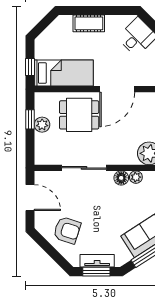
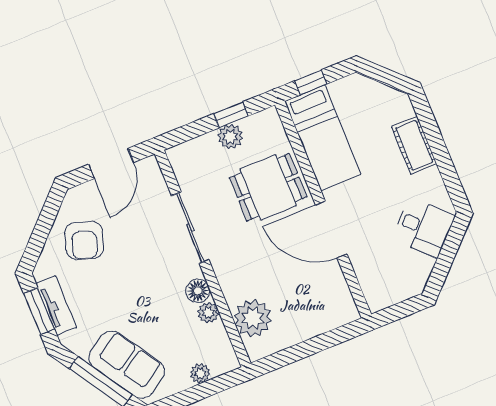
dining table: (79, 115) -> (268, 187), turned 90

